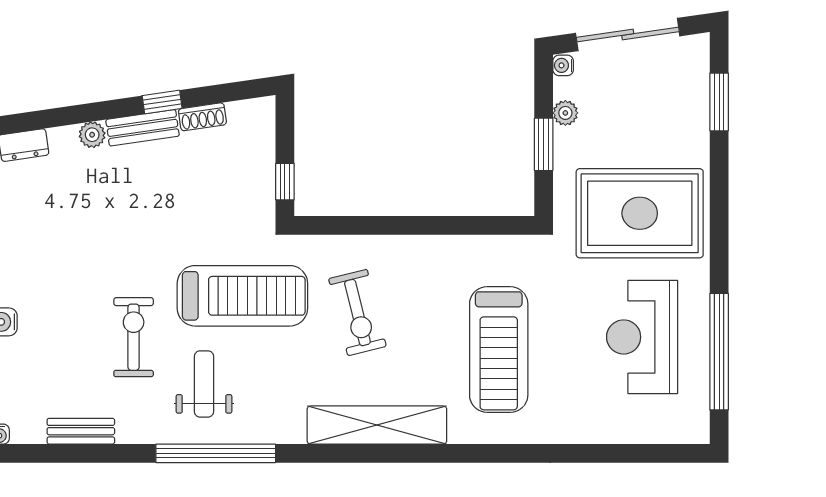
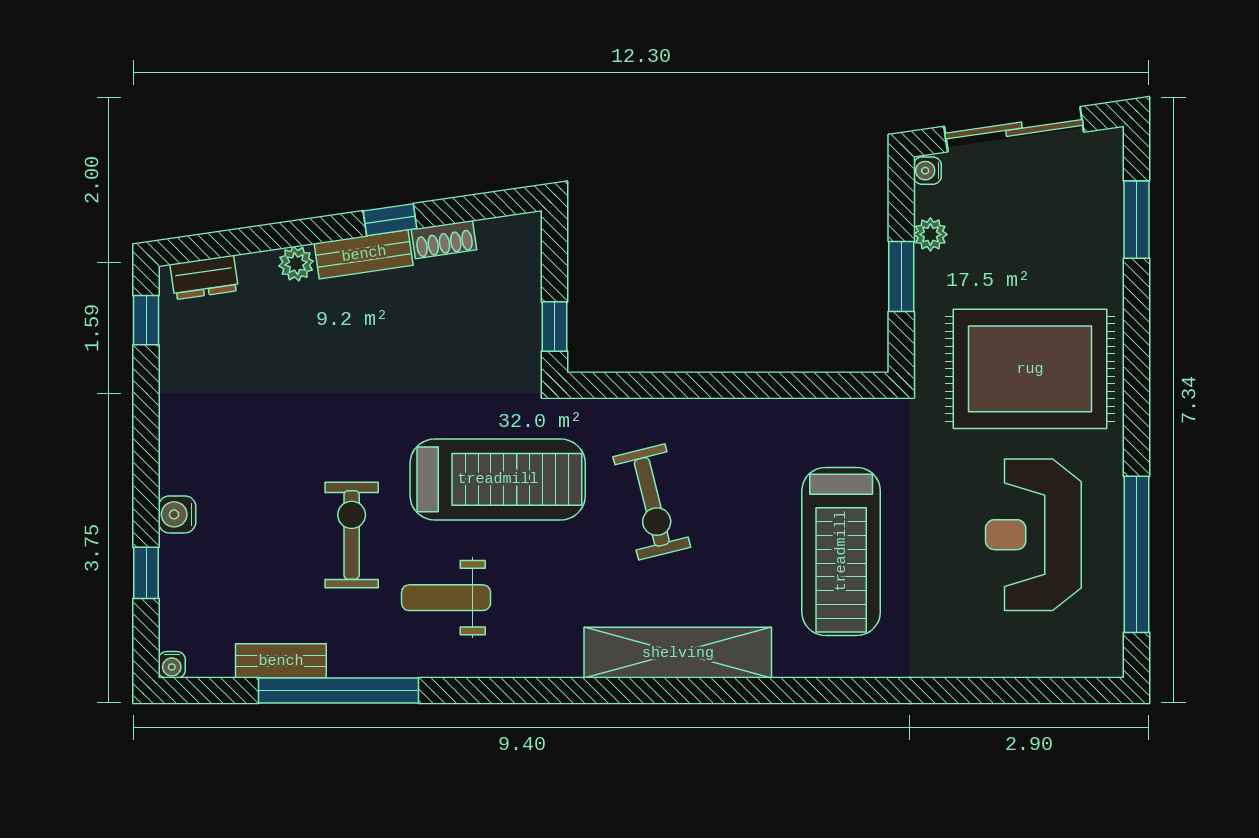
weight bench: (204, 384) -> (446, 598), turned -90
window: (216, 453) -> (339, 691), moved

